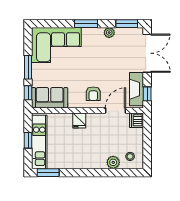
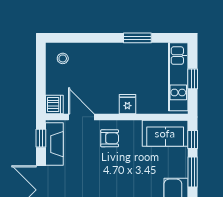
armchair: (93, 94) -> (110, 138), turned 90
door: (115, 111) -> (81, 117), swing flipped
plant: (113, 162) -> (84, 51), removed
window: (48, 173) -> (137, 38), moved

